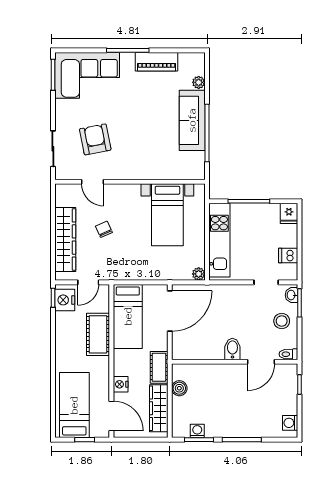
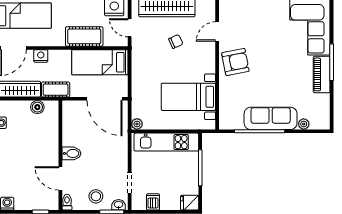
piano: (157, 62) -> (322, 74), moved
armchair: (95, 139) -> (235, 62), moved

